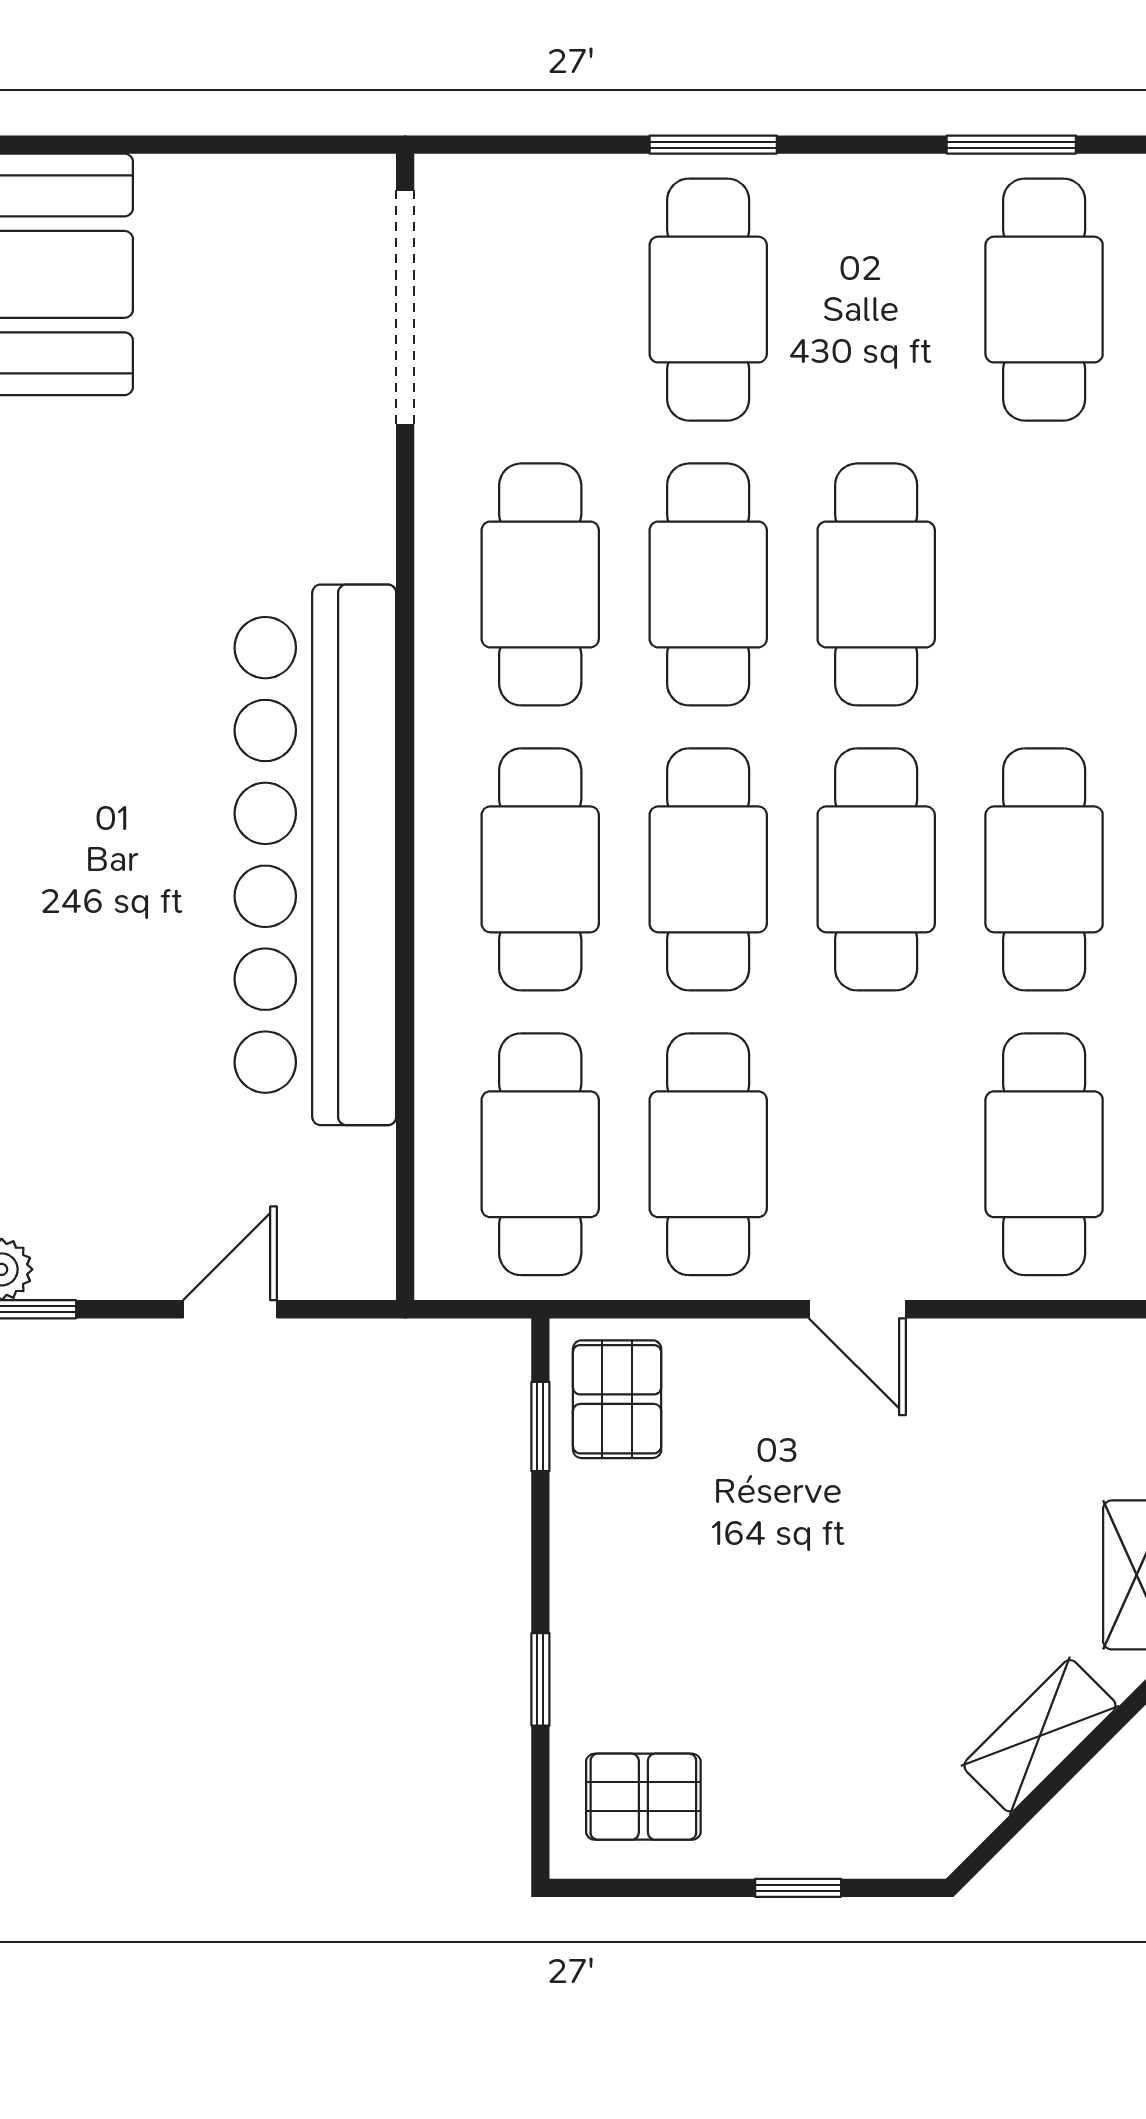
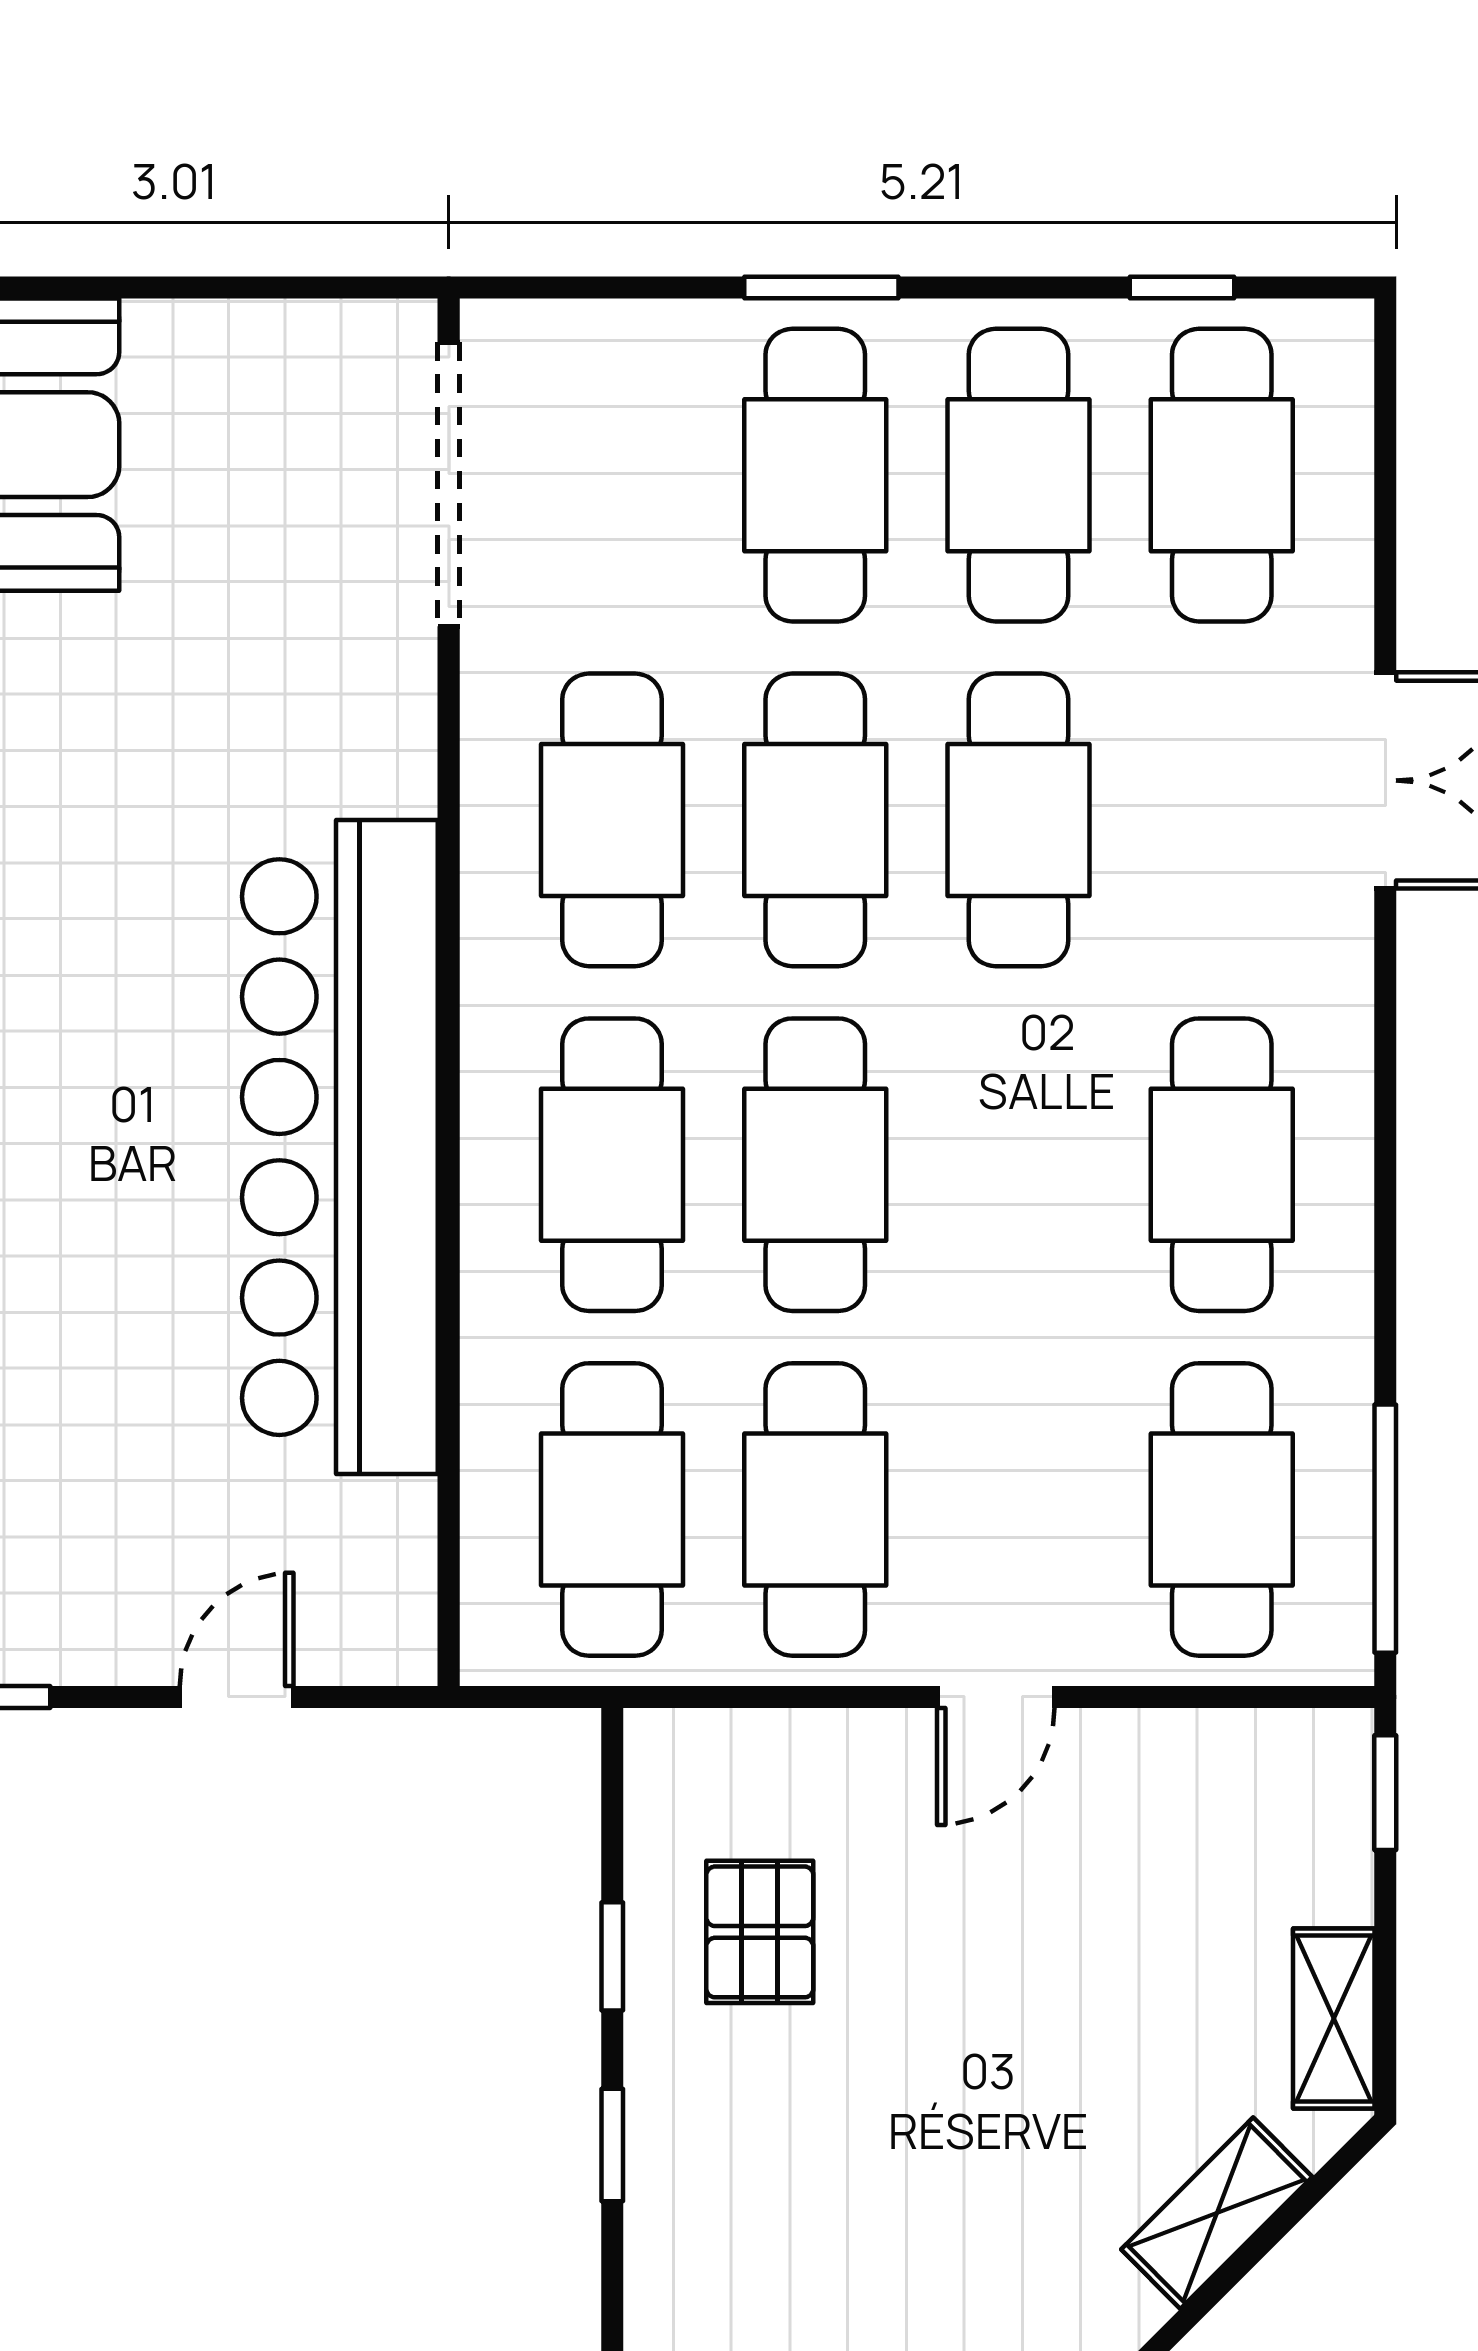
window: (1011, 145) -> (1182, 288), width x0.67
cafe table: (876, 869) -> (1019, 475), moved
door: (857, 1309) -> (996, 1697), hinge flipped
pallet: (617, 1399) -> (760, 1932), moved
window: (540, 1427) -> (612, 1956), moved
pallet: (643, 1797) -> (737, 2287), removed

